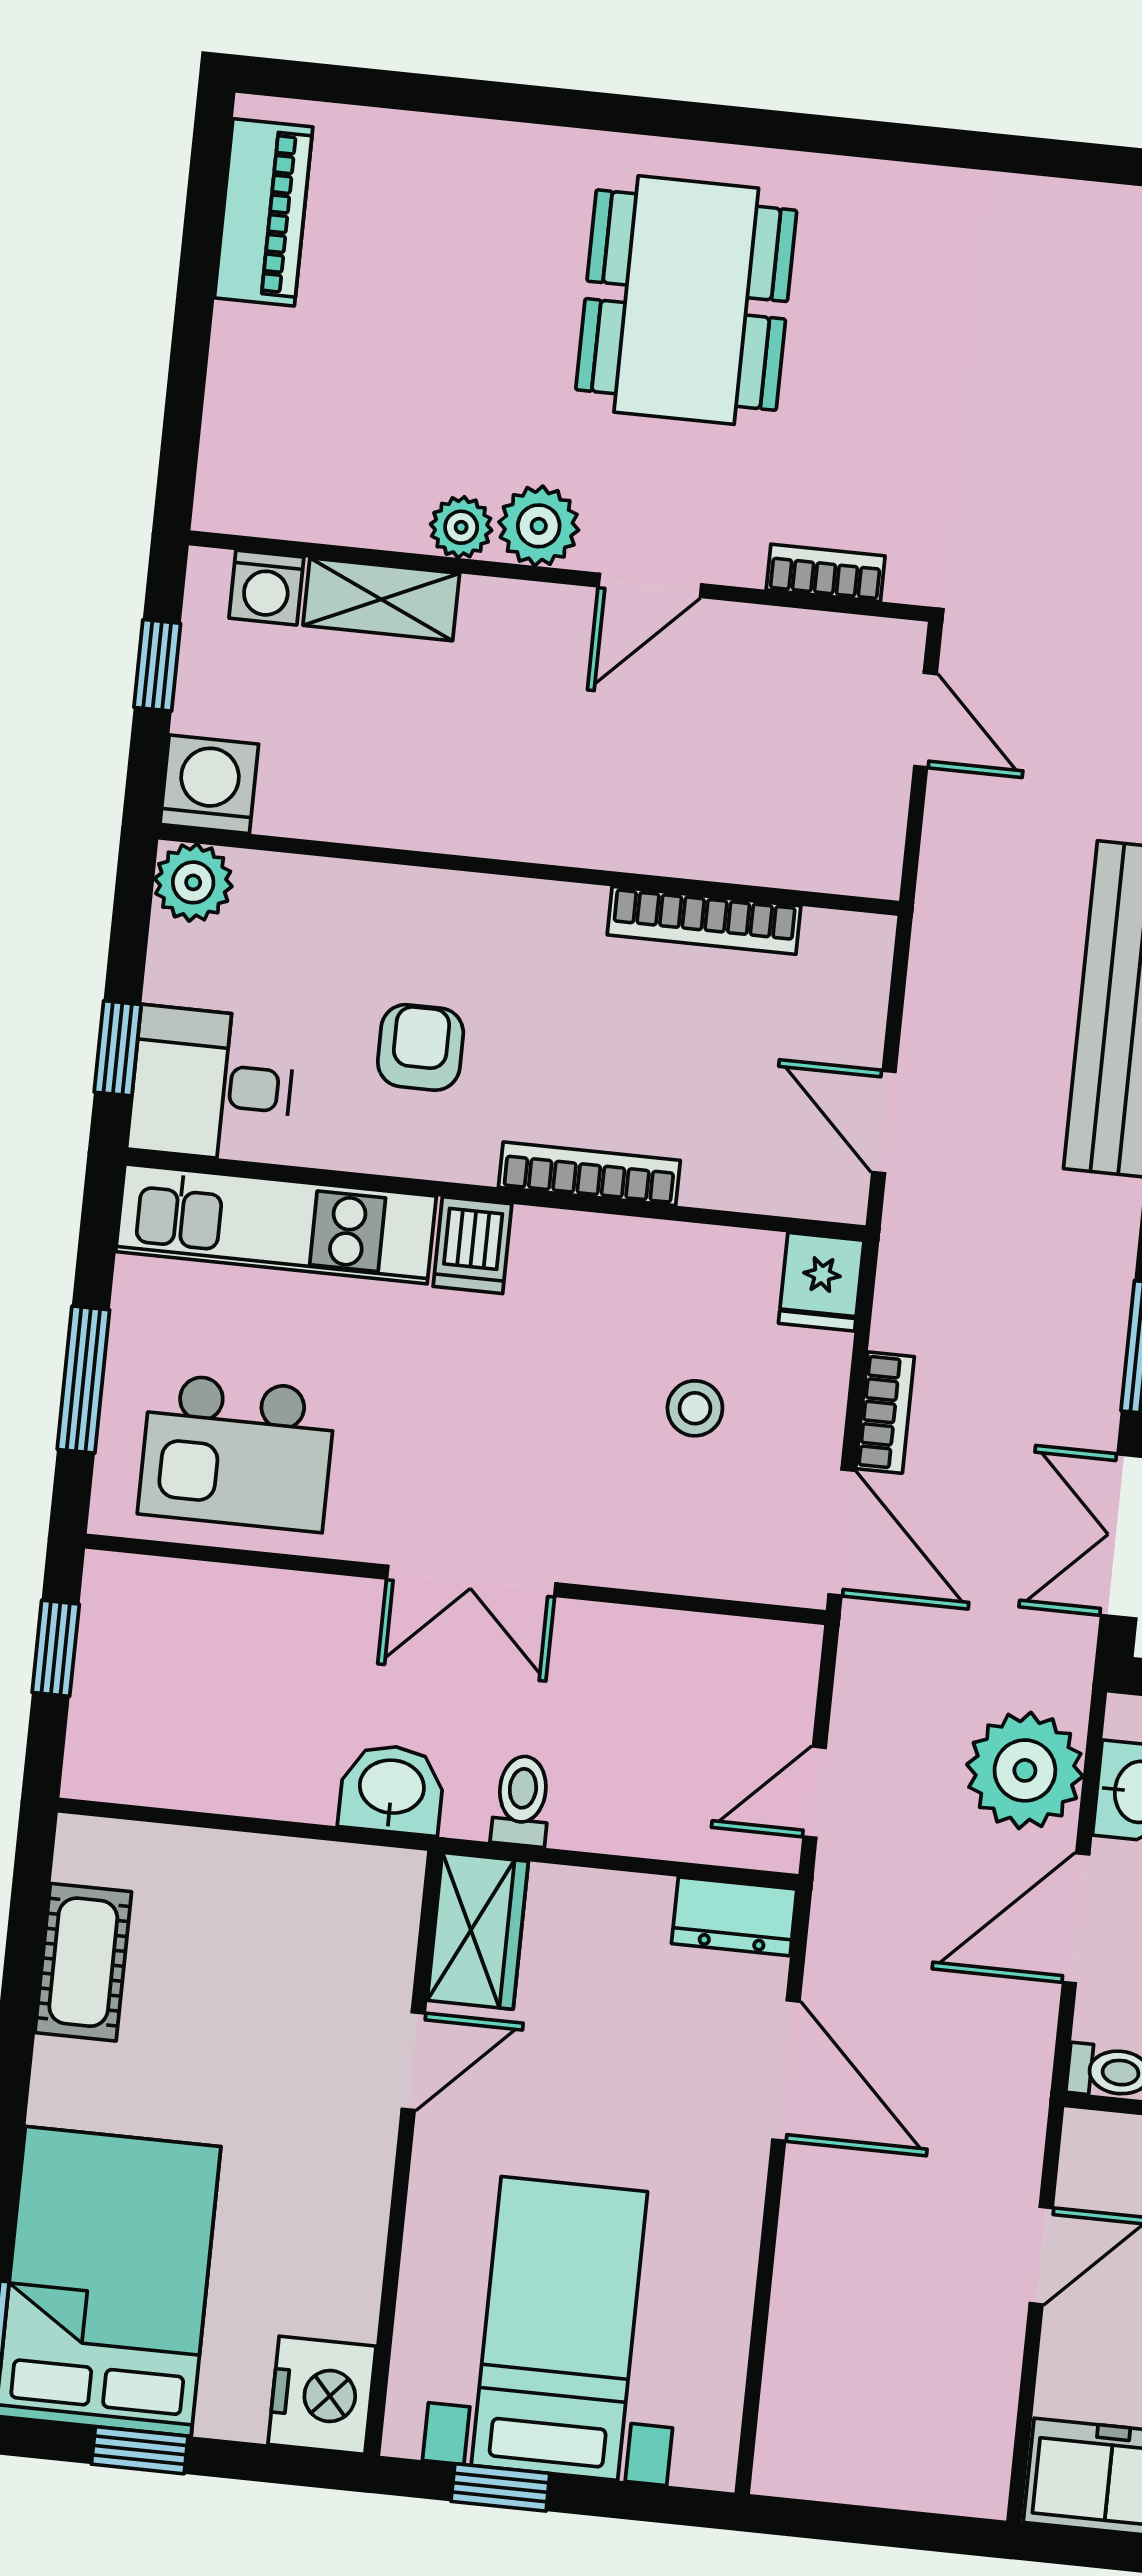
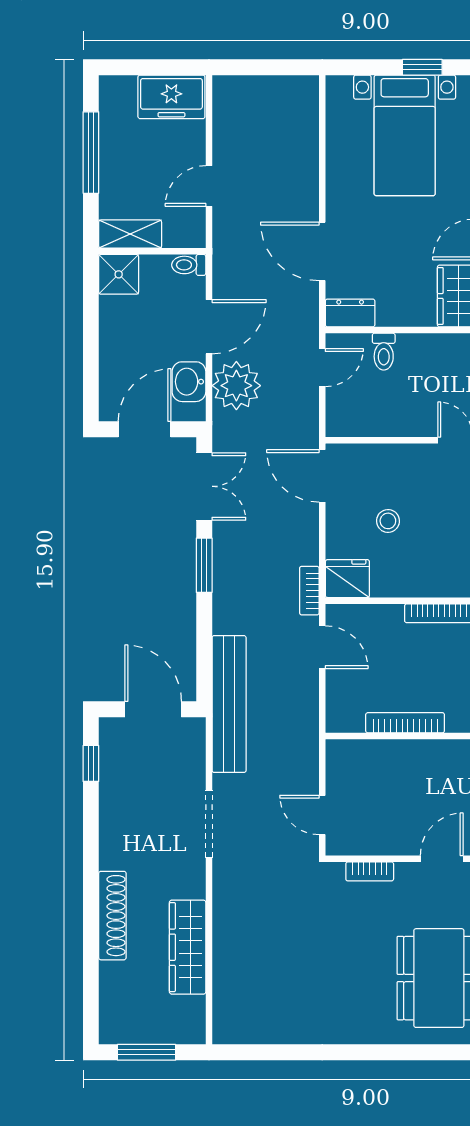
fridge: (821, 1282) -> (347, 579), width x1.38
bookcase: (885, 1413) -> (309, 591), moved
toilet: (522, 1801) -> (384, 352), moved

